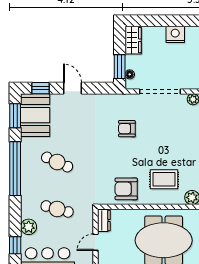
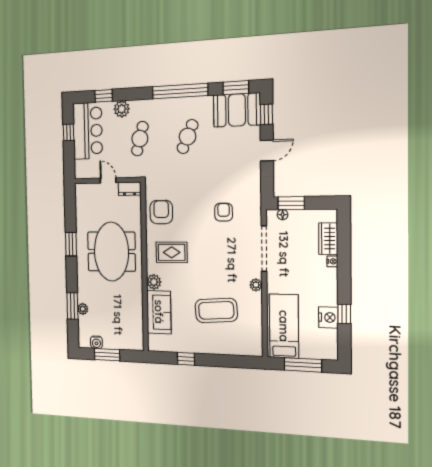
nightstand: (175, 34) -> (332, 261), width x0.53, depth x0.56
wardrobe: (133, 40) -> (328, 239), moved, turned 90
rug: (164, 179) -> (172, 252), turned 90

